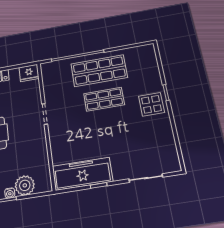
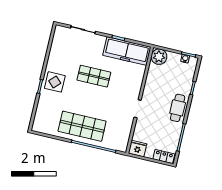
shop shelf: (104, 99) -> (94, 76), moved
plant: (25, 185) -> (159, 57), moved

